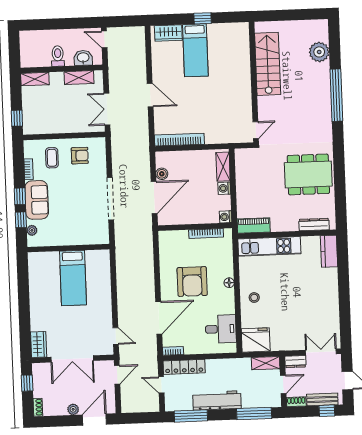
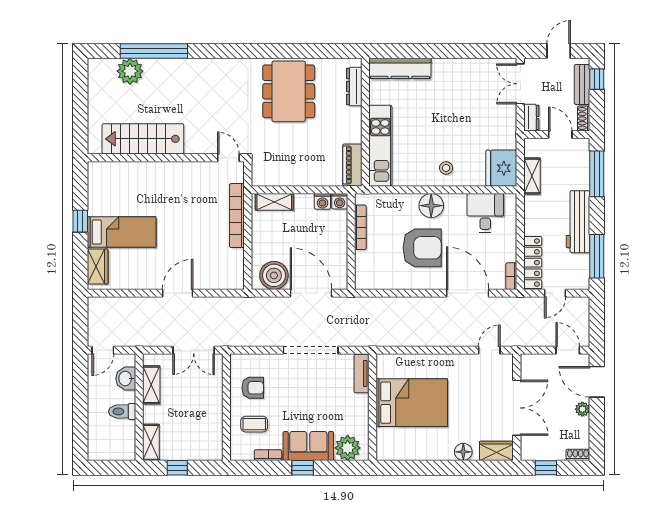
window: (336, 95) -> (154, 51), moved
window: (17, 118) -> (177, 468), moved
bookcase: (179, 140) -> (237, 216), moved
armchair: (80, 156) -> (253, 388), turned 90
boiler: (162, 174) -> (274, 275), width x1.86, depth x1.86
washing machine: (224, 188) -> (322, 201), moved
window: (21, 220) -> (333, 468), removed
plant: (32, 230) -> (348, 448), width x1.87, depth x1.87
tv unit: (94, 239) -> (361, 373), added
kitchen counter: (329, 251) -> (400, 68), width x1.50
bed: (73, 278) -> (412, 403), width x1.50
floor lamp: (229, 283) -> (431, 206), width x1.89, depth x1.89
floor lamp: (37, 319) -> (463, 452), added
shelving: (266, 363) -> (532, 176), moved
door: (117, 375) -> (568, 350), moved

